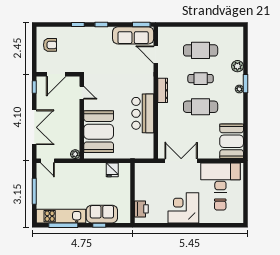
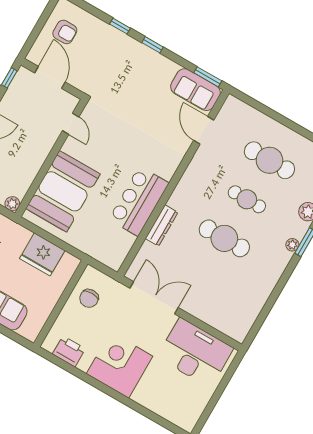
sofa: (133, 35) -> (195, 90), width x0.73
door: (56, 74) -> (50, 77), swing flipped
dresser: (163, 90) -> (162, 225), moved
booth: (232, 141) -> (240, 311), removed
fridge: (112, 170) -> (42, 254), width x1.88, depth x1.34
chair: (220, 205) -> (89, 298), moved
printer: (141, 209) -> (69, 351), moved, turned -90

